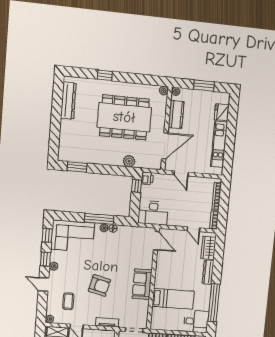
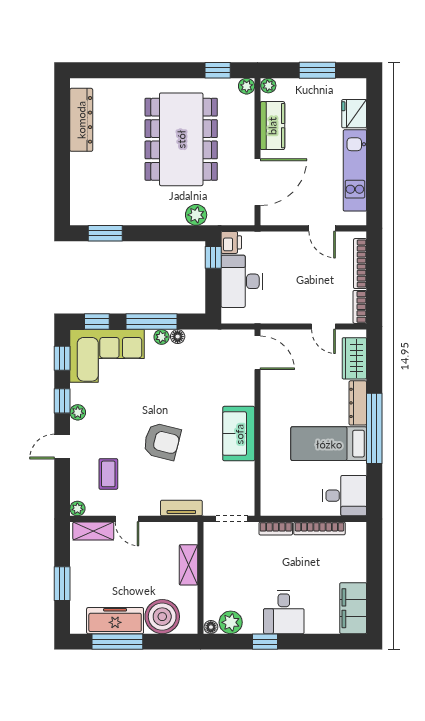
window: (105, 75) -> (218, 70), moved
dining table: (124, 117) -> (181, 139), turned 90
door: (181, 173) -> (322, 228), moved
desk: (153, 213) -> (242, 281), moved, turned 90
window: (68, 216) -> (97, 322), added
door: (44, 284) -> (62, 447), hinge flipped
bed: (173, 299) -> (329, 444), moved, turned 180
window: (214, 303) -> (374, 428), moved

